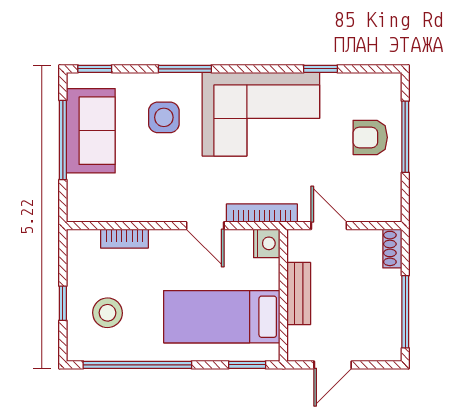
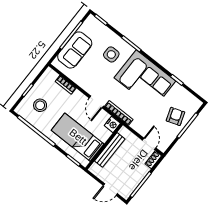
sofa: (91, 131) -> (75, 50), moved
armchair: (370, 137) -> (175, 116), turned 71
door: (329, 226) -> (149, 144), moved
bench: (299, 293) -> (110, 150), width x1.36
door: (333, 365) -> (110, 190), moved

